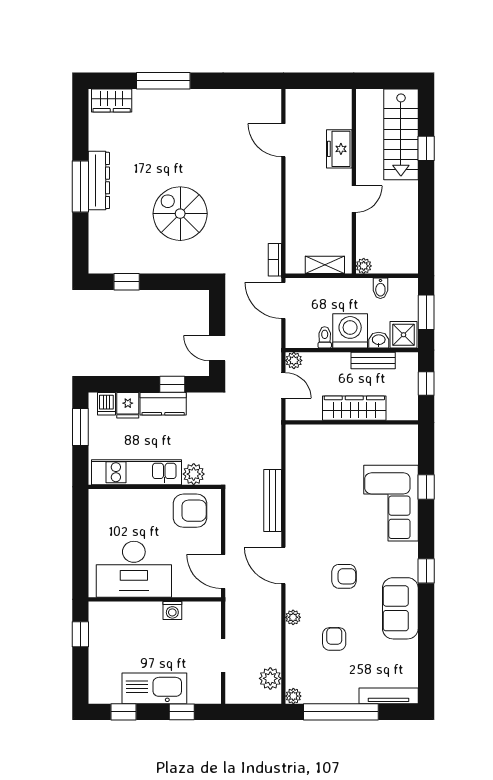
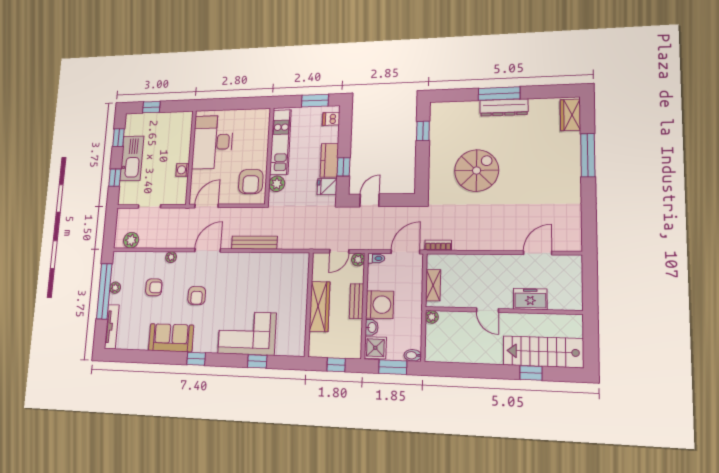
bidet: (380, 288) -> (413, 355), moved
toilet: (325, 337) -> (376, 258), moved
bench: (373, 361) -> (357, 301), moved
fridge: (128, 405) -> (327, 187), moved
window: (80, 634) -> (151, 107), moved
plant: (293, 696) -> (115, 288), moved

